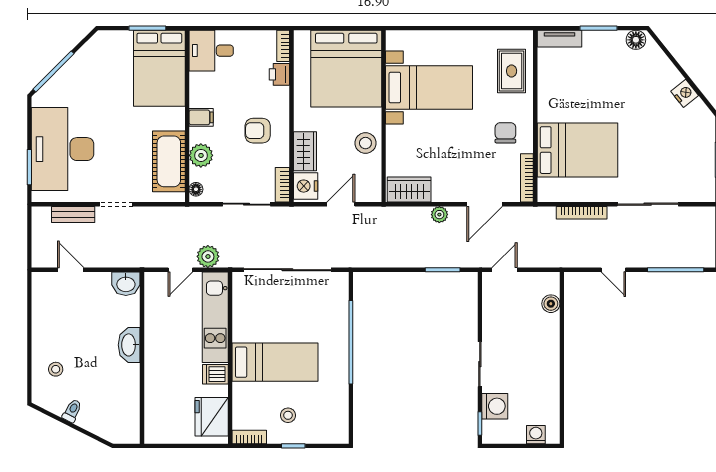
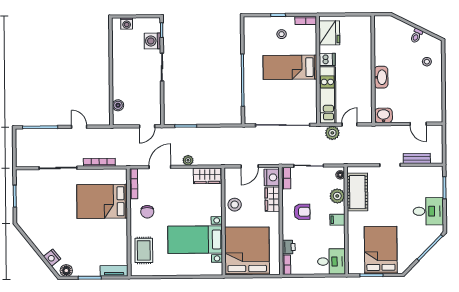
bed: (159, 68) -> (381, 250), moved
nightstand: (685, 93) -> (52, 258), moved
desk: (63, 149) -> (428, 211), width x0.53, depth x0.77

